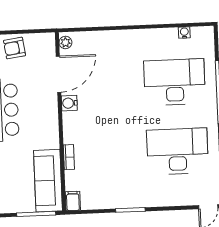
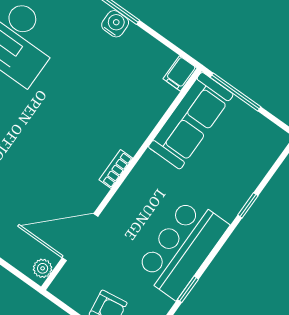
water cooler: (69, 103) -> (115, 24), moved, turned -90
bookcase: (69, 157) -> (116, 169), moved

